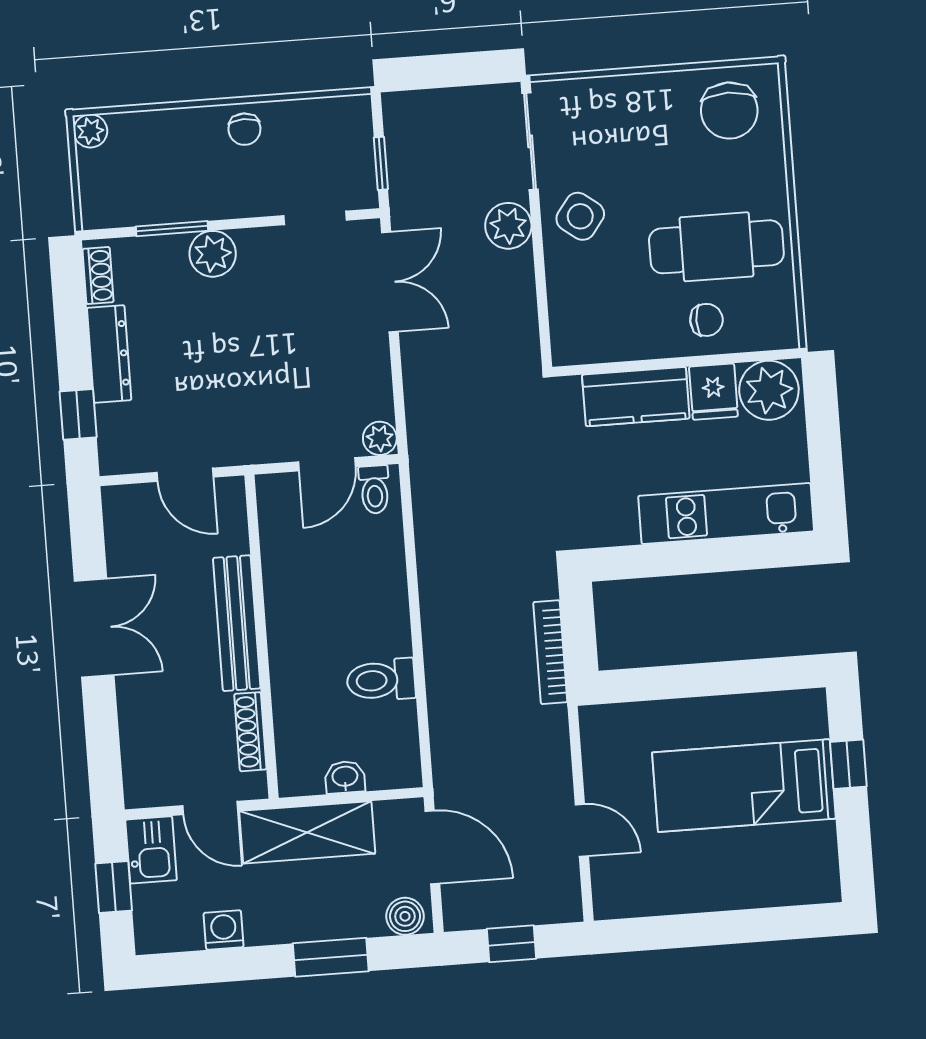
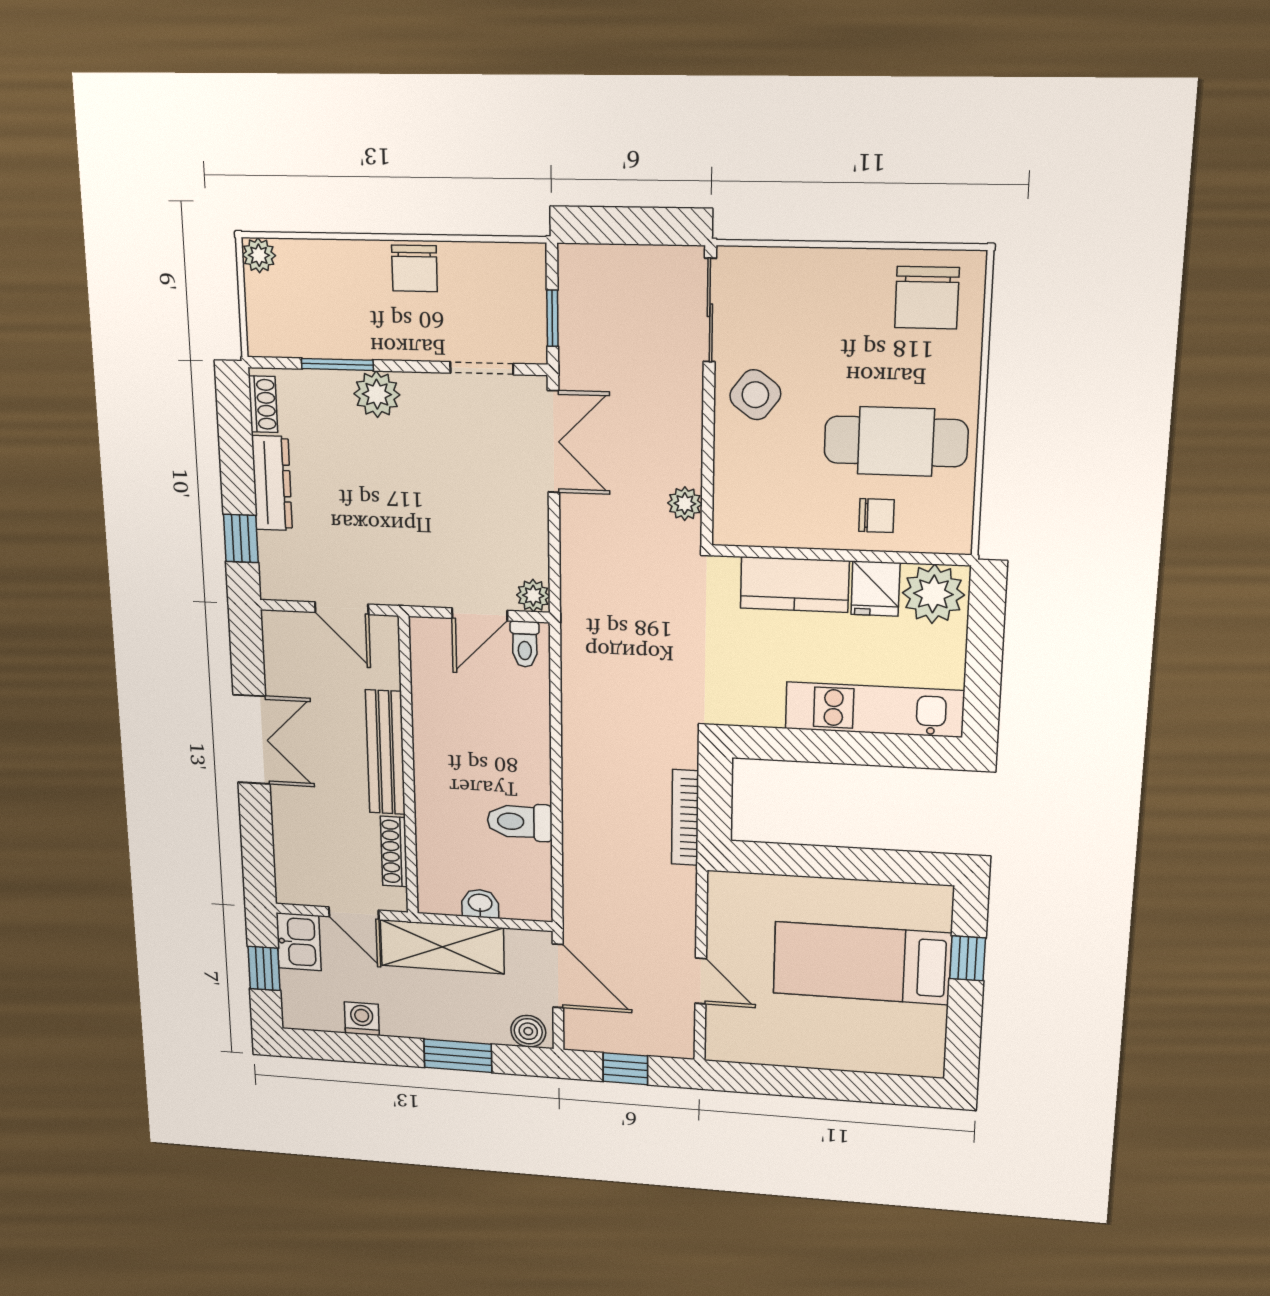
chair: (244, 129) -> (414, 268), width x1.37, depth x1.37
plant: (508, 226) -> (685, 504), moved, width x0.73, depth x0.73

